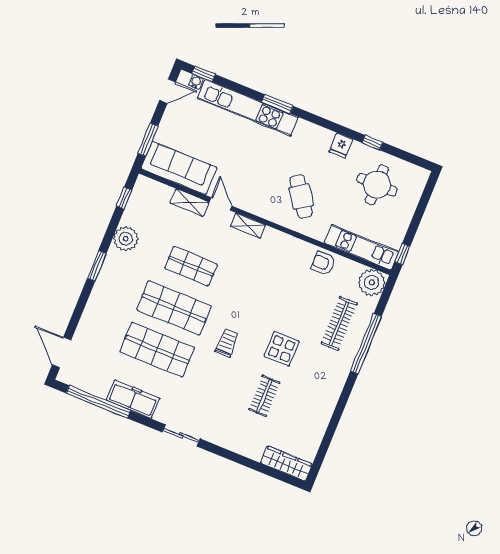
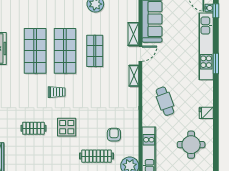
window: (372, 143) -> (216, 131), removed
cafe table: (301, 197) -> (165, 101), turned -75
armchair: (323, 263) -> (114, 135), moved

